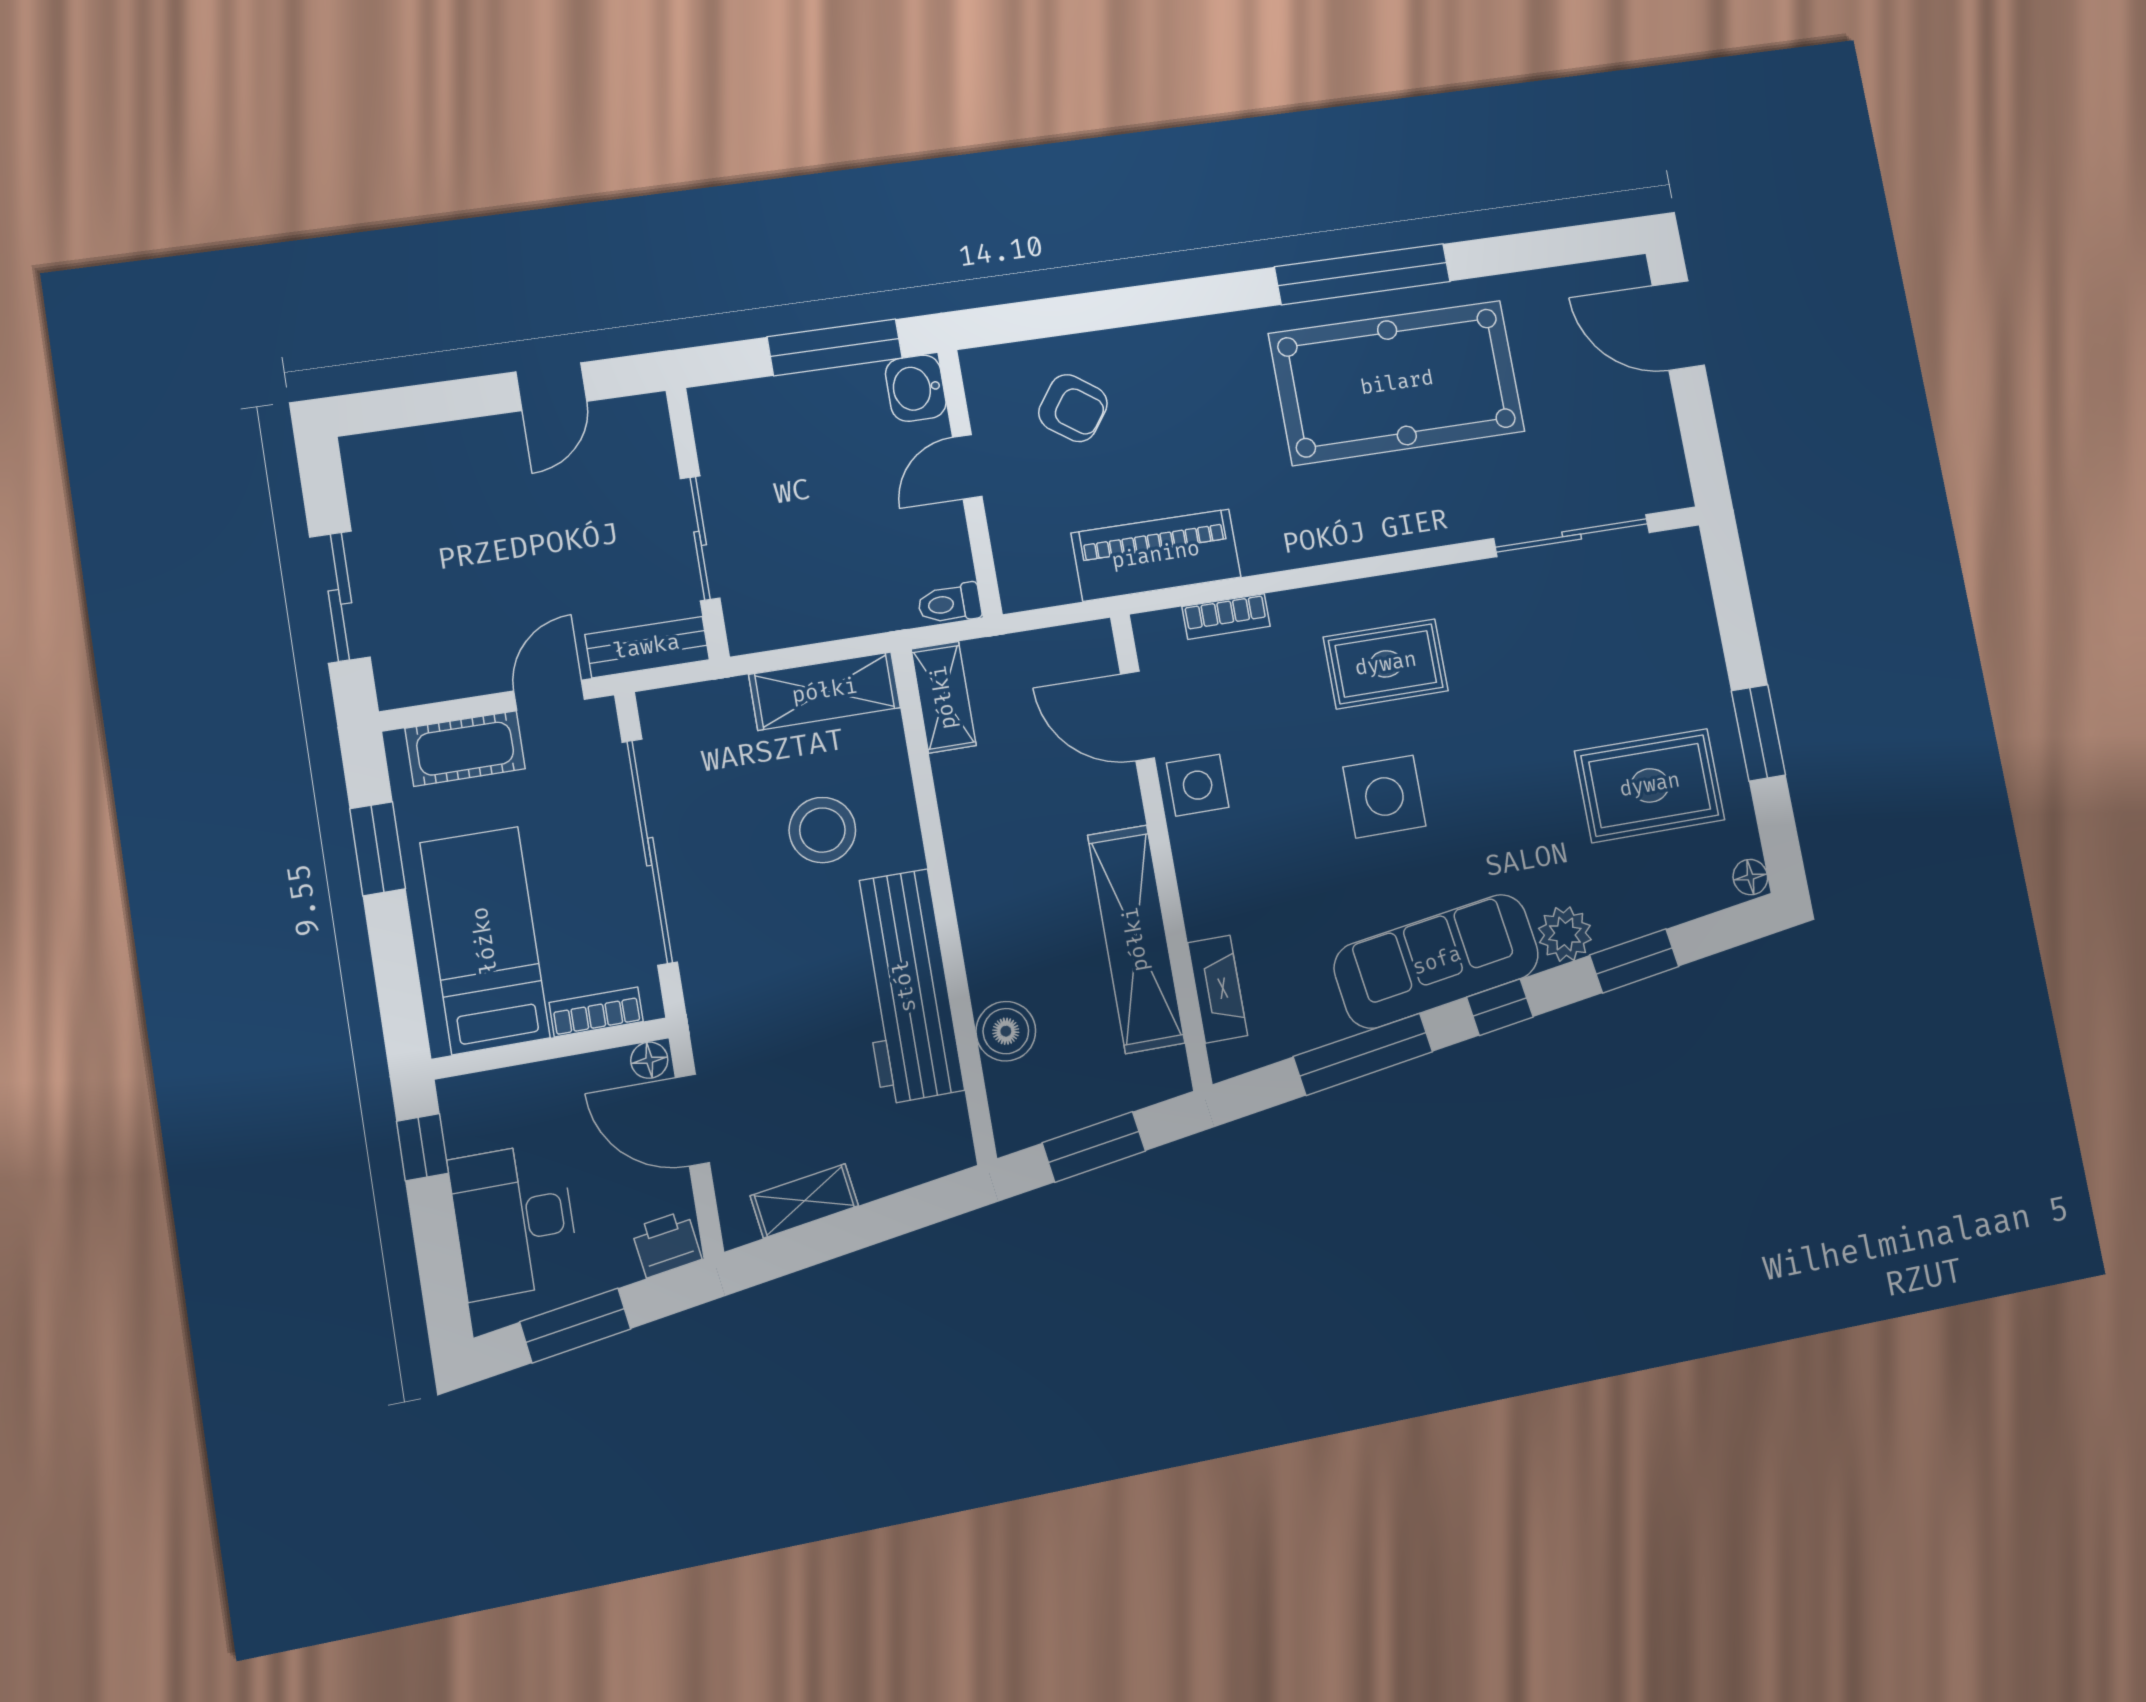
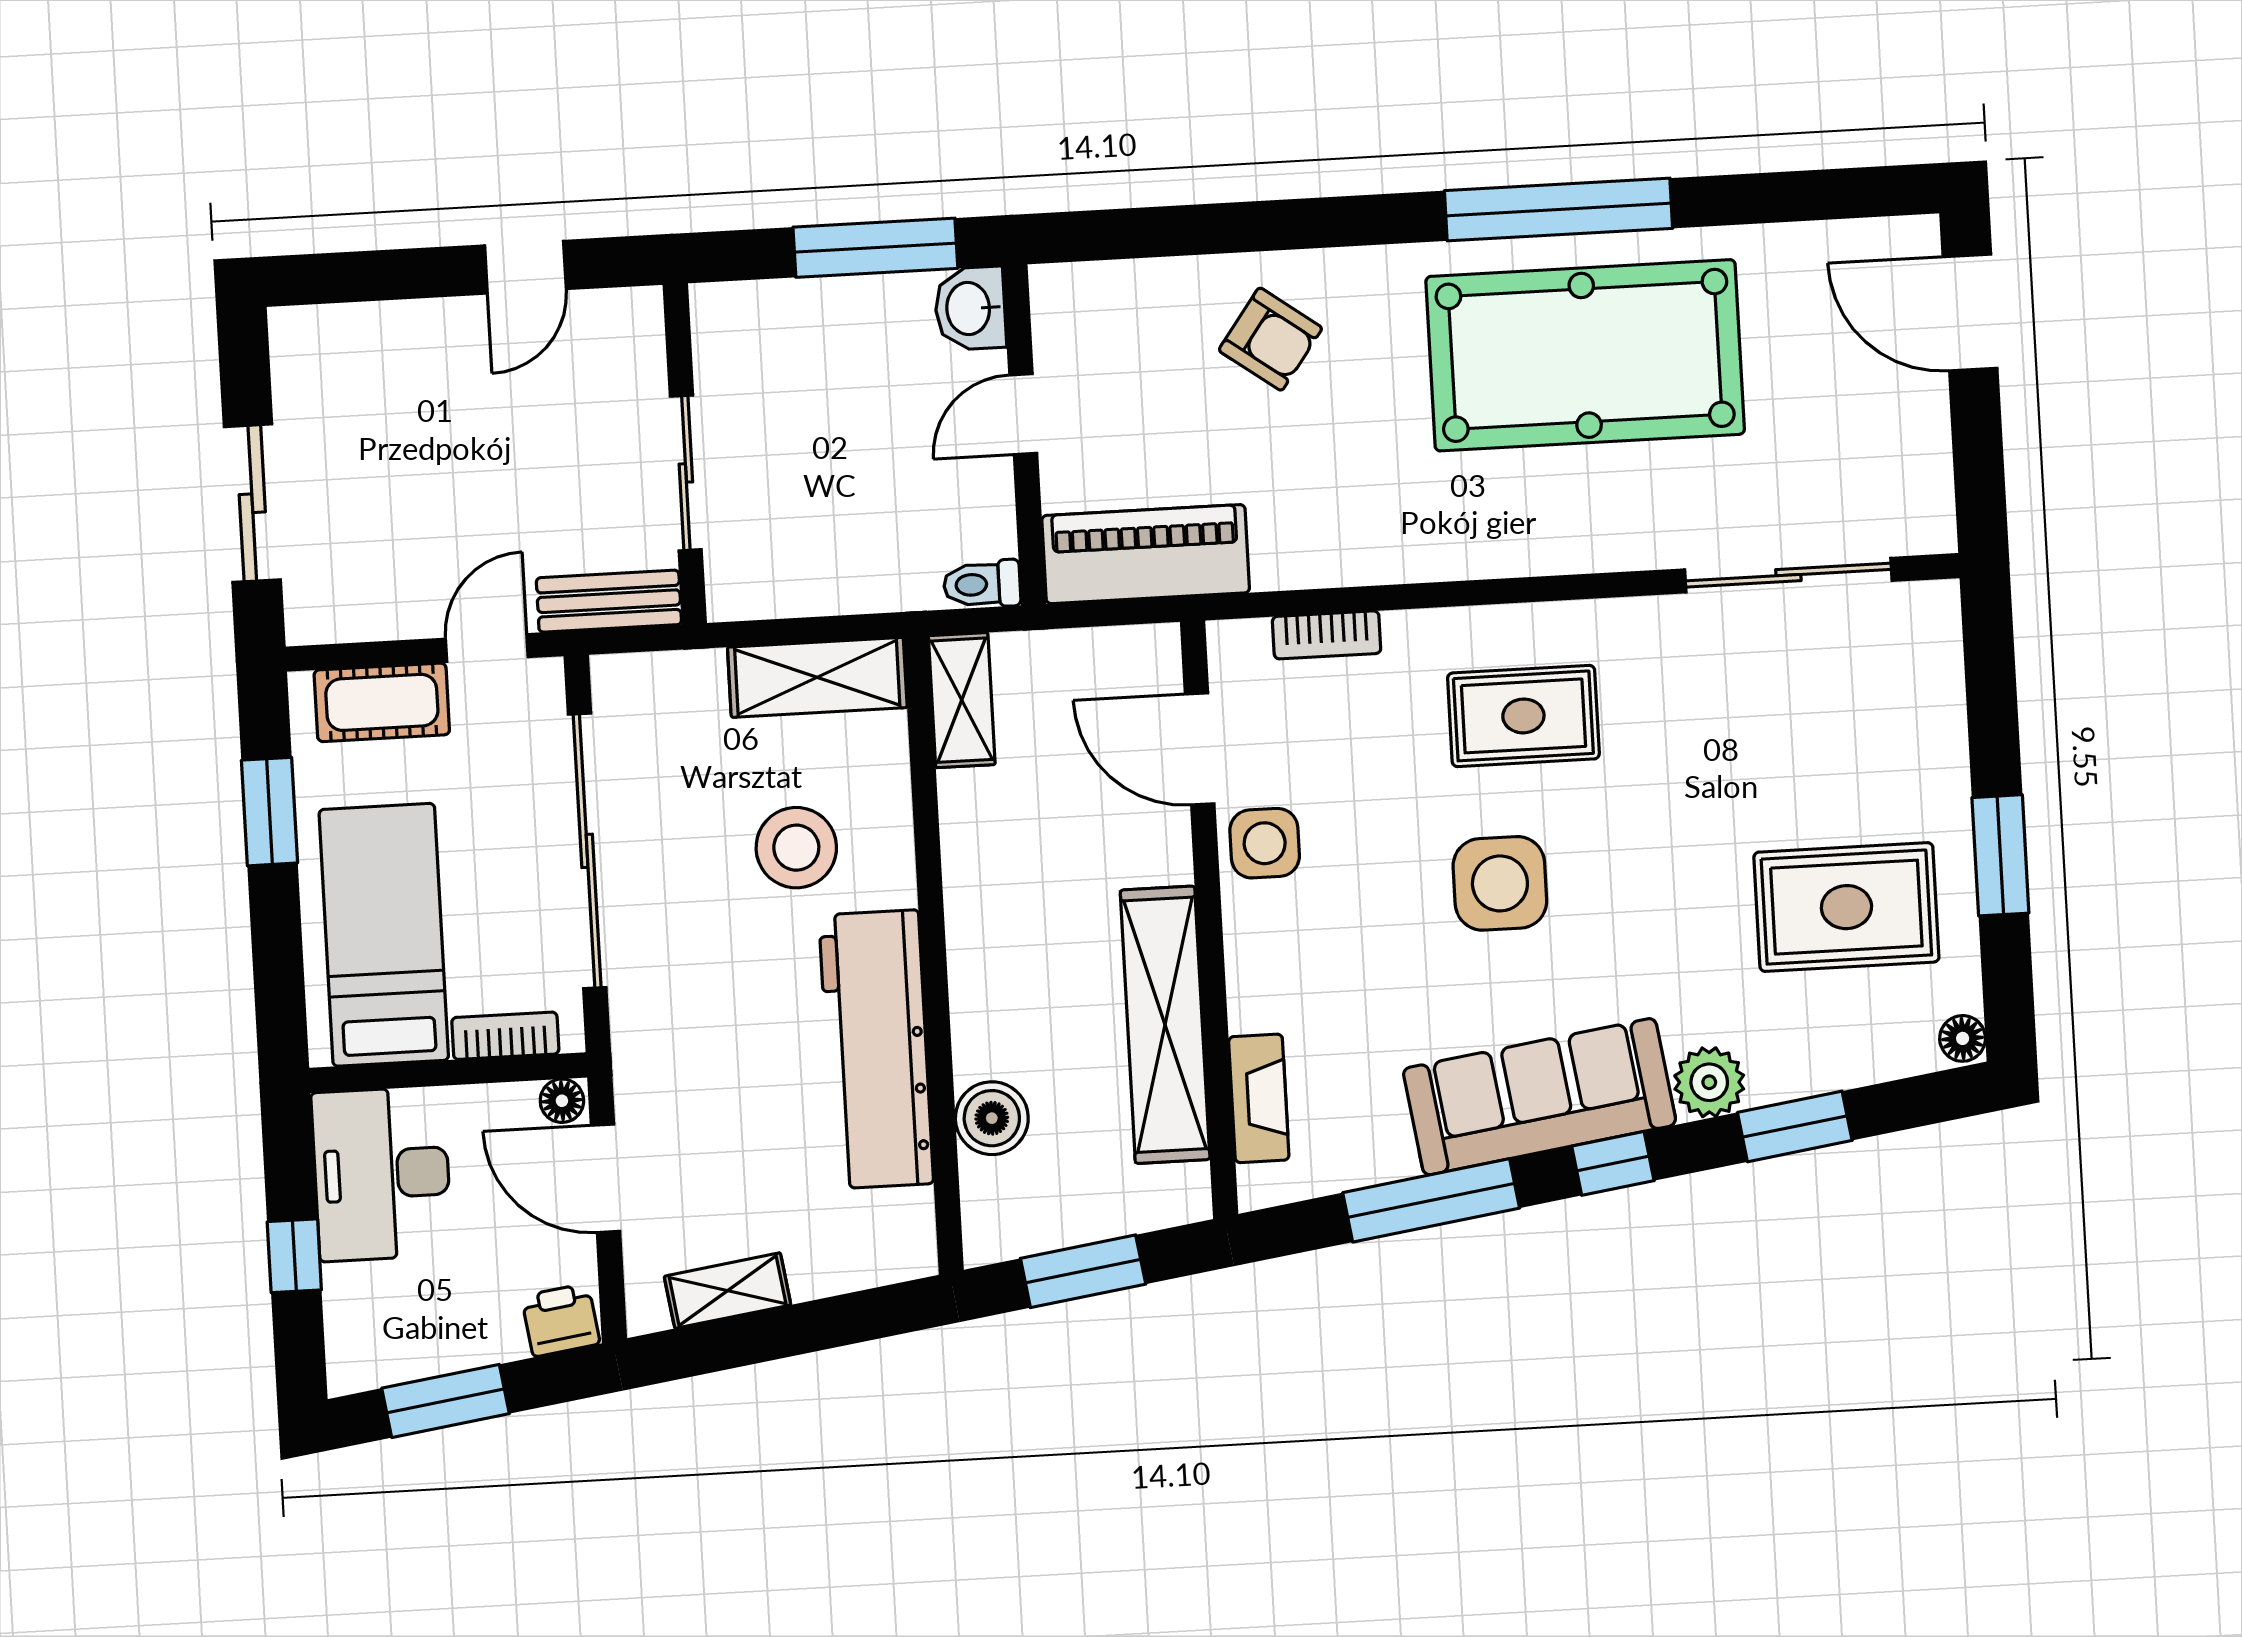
armchair: (1073, 408) -> (1270, 339), moved
piano: (1156, 555) -> (1146, 554), moved
window: (422, 1147) -> (294, 1256), moved
desk: (514, 1221) -> (382, 1174), moved

